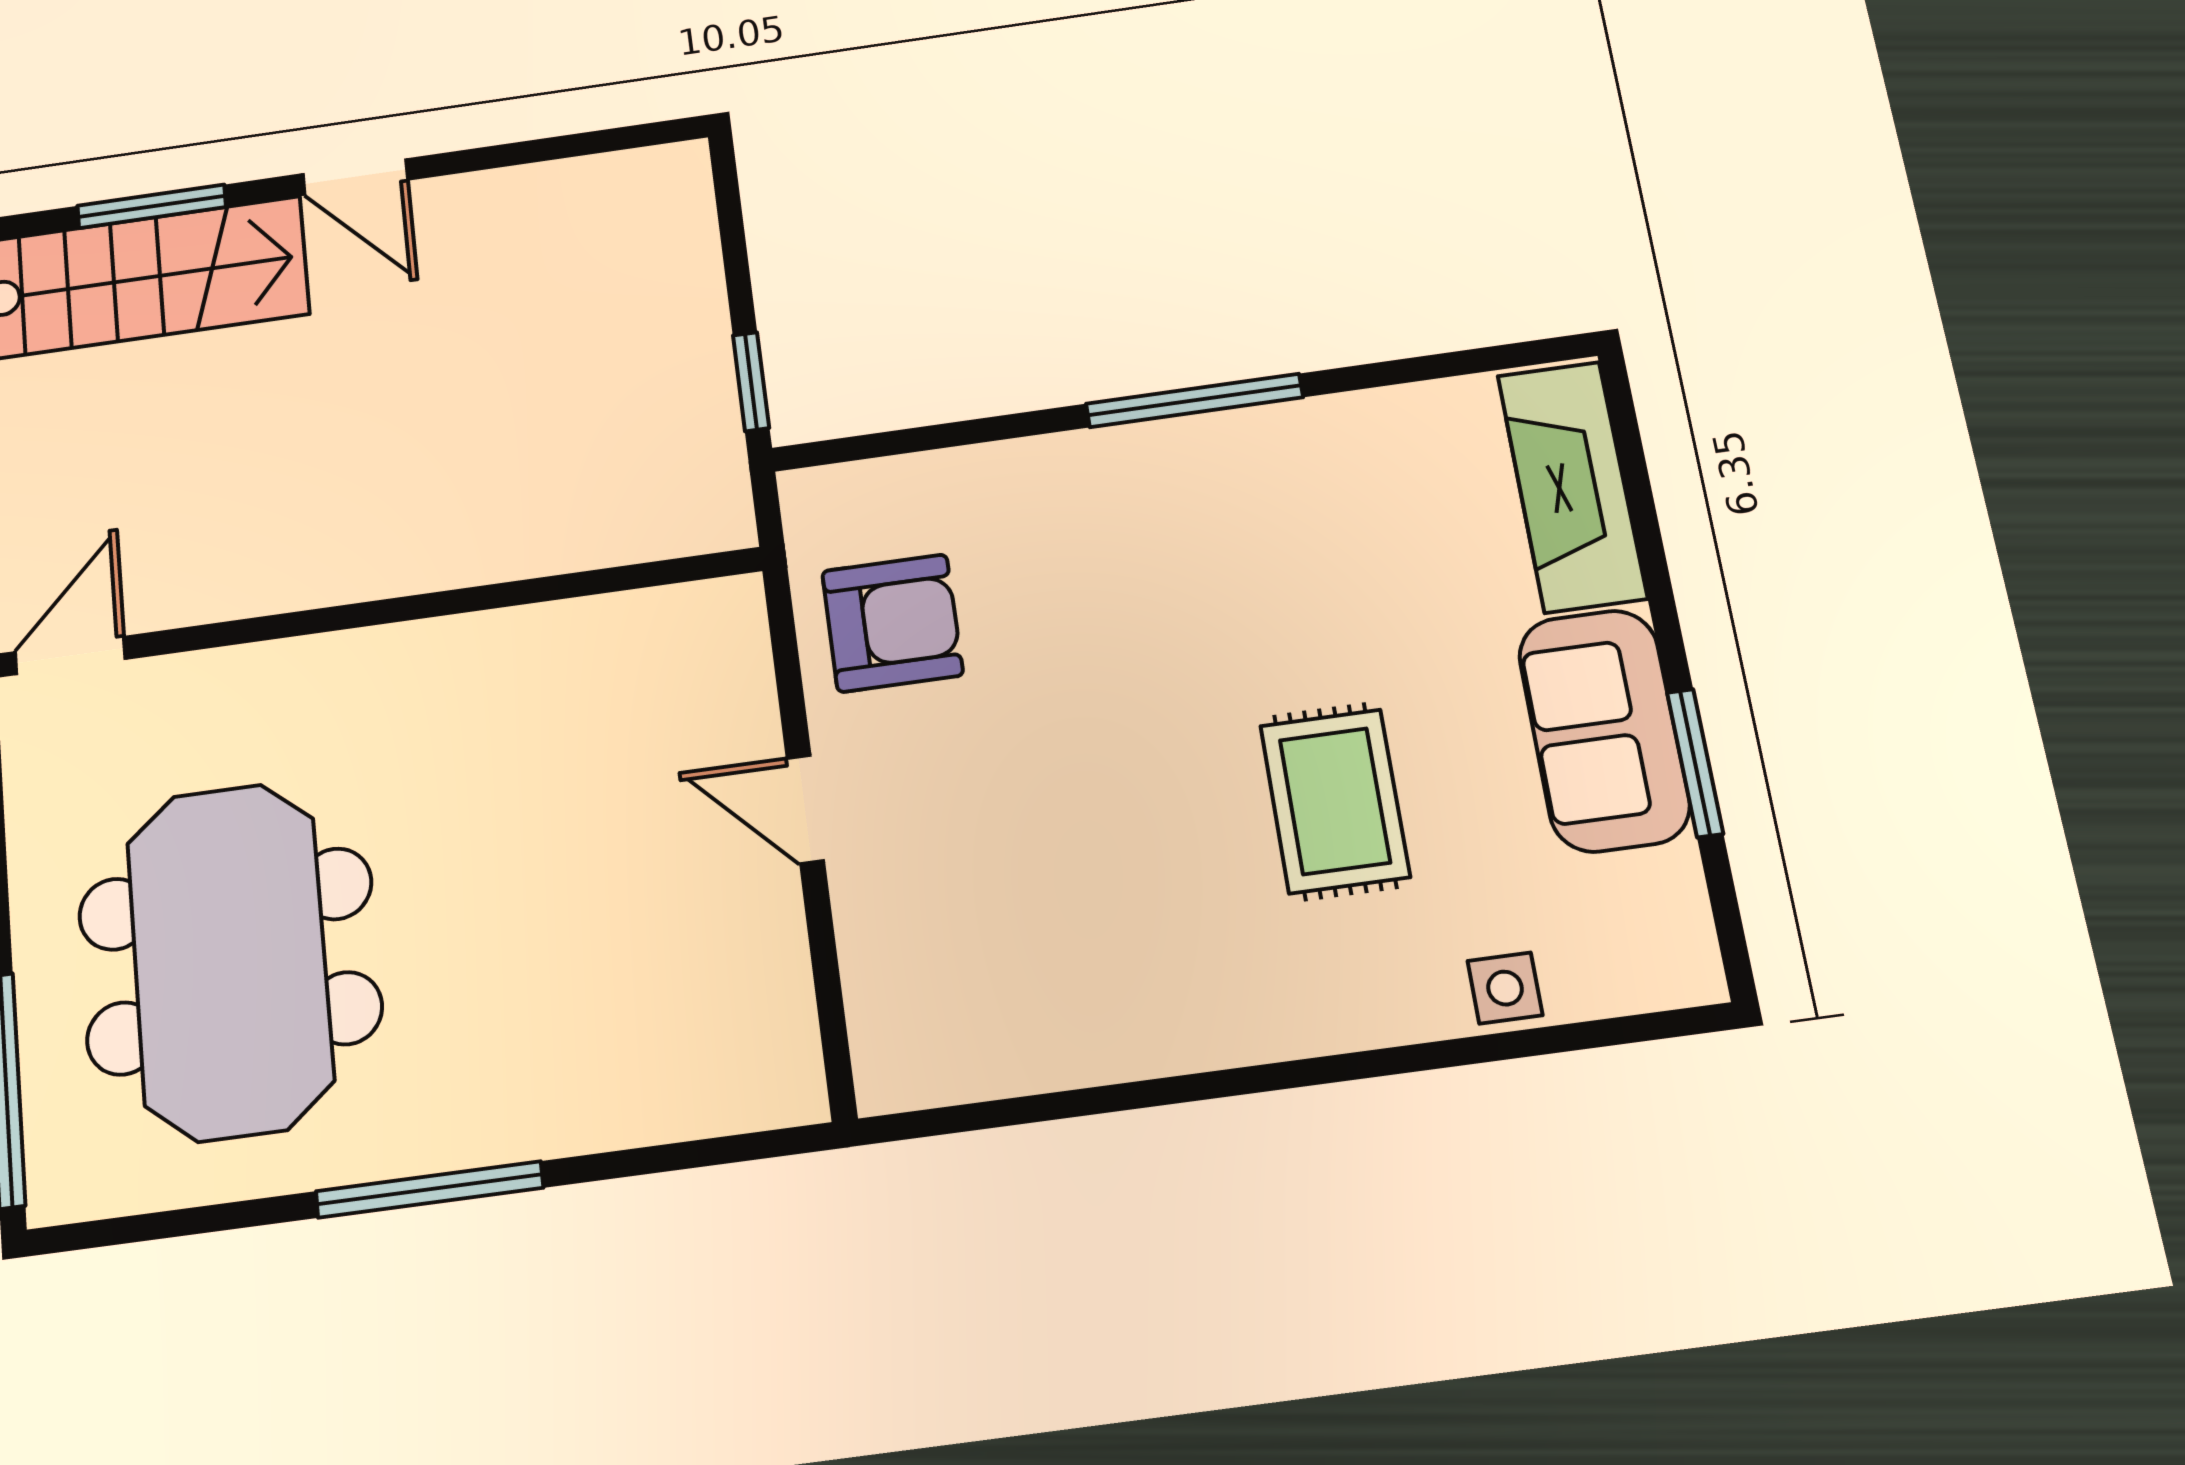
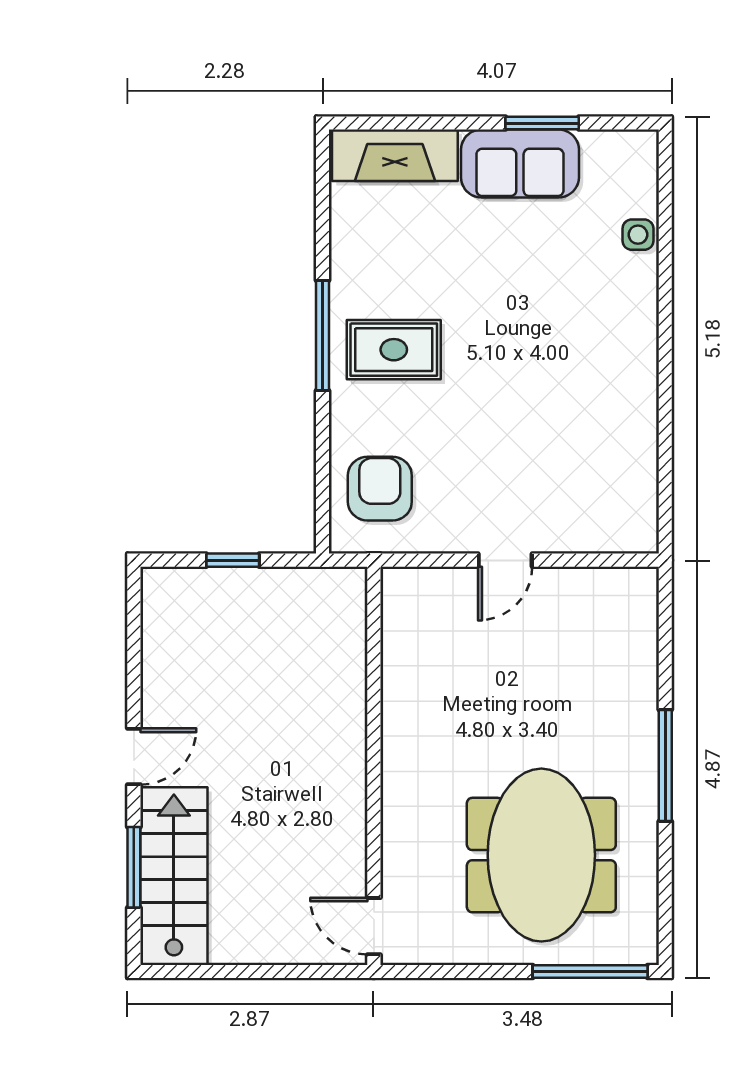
window: (751, 382) -> (233, 560), moved
armchair: (892, 623) -> (380, 489), moved
rug: (1335, 801) -> (394, 350), moved
meeting table: (230, 961) -> (541, 855), turned 90

